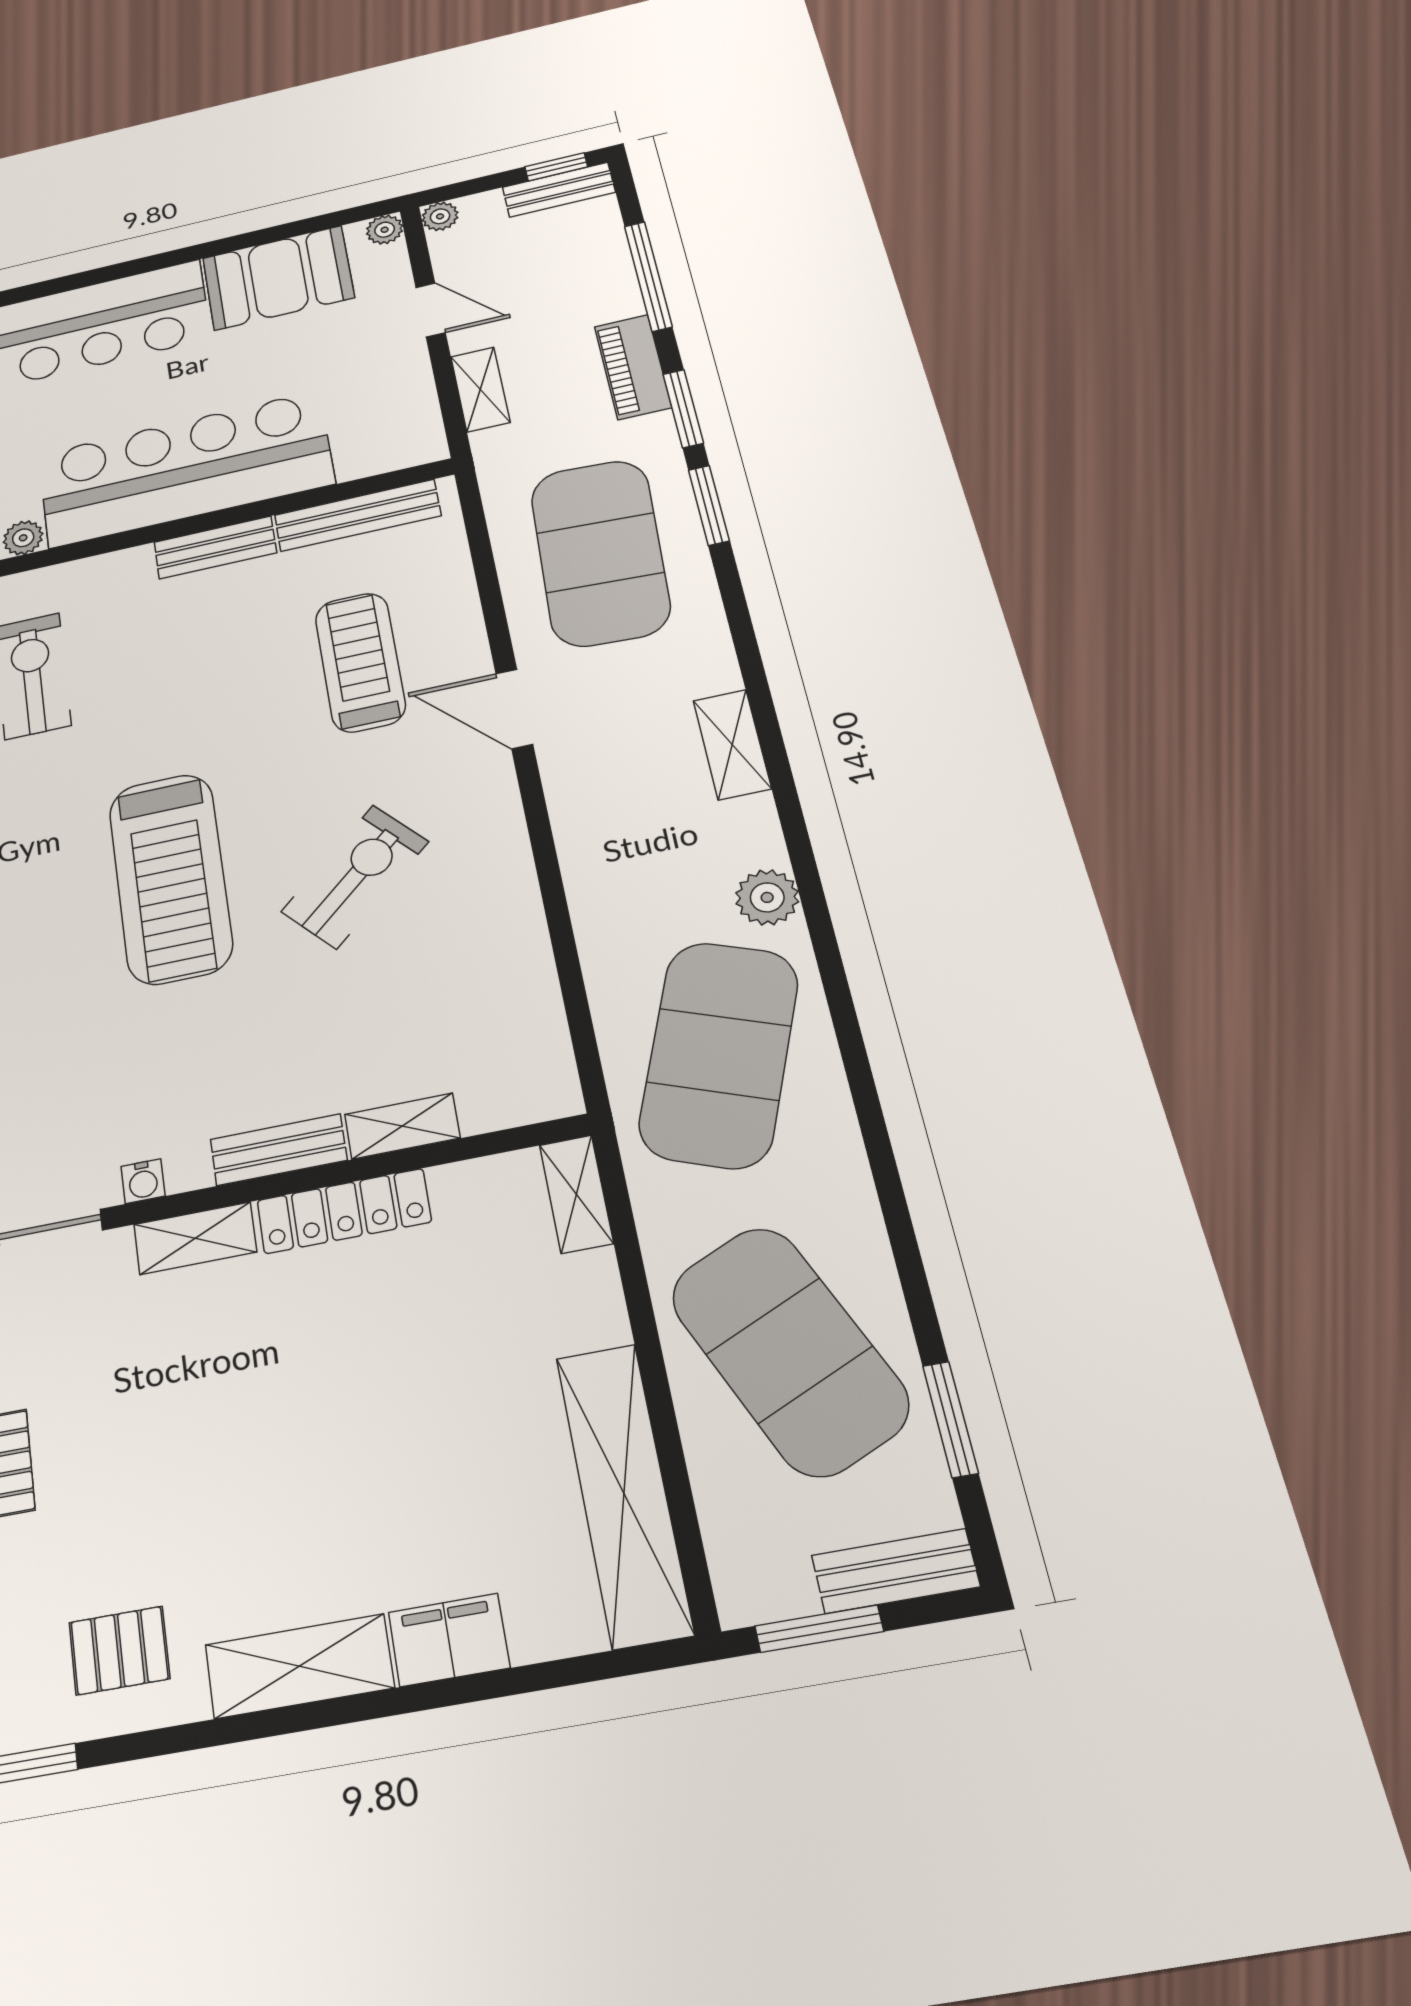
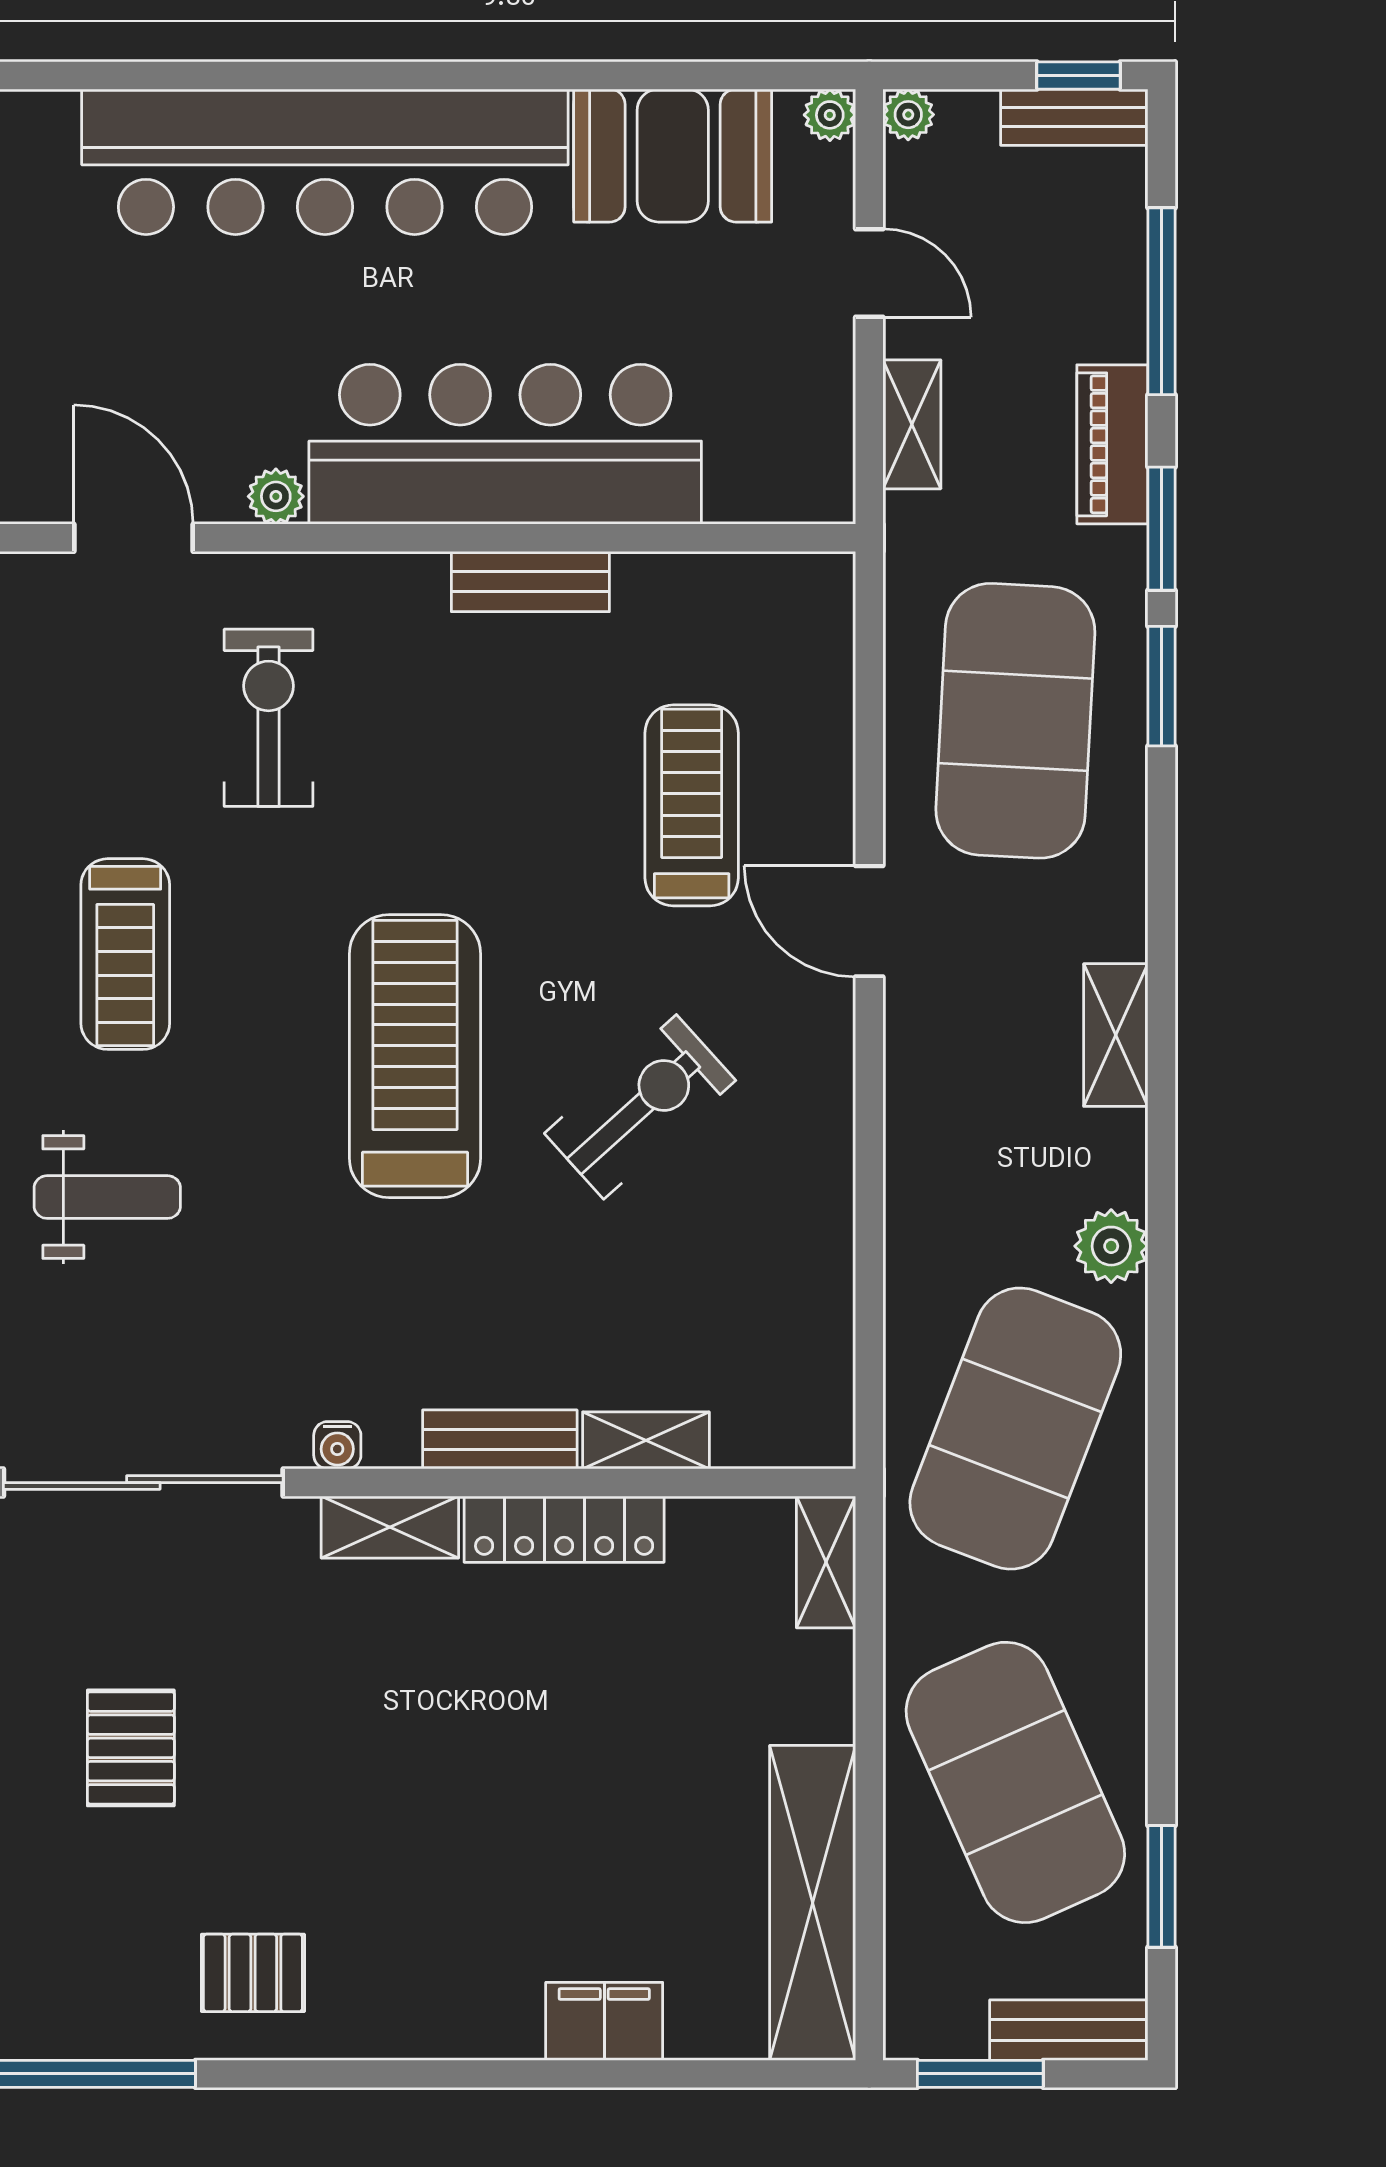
bench: (357, 515) -> (722, 581), removed
treadmill: (170, 878) -> (415, 1056), turned 180
shelving: (299, 1666) -> (444, 2022), removed

